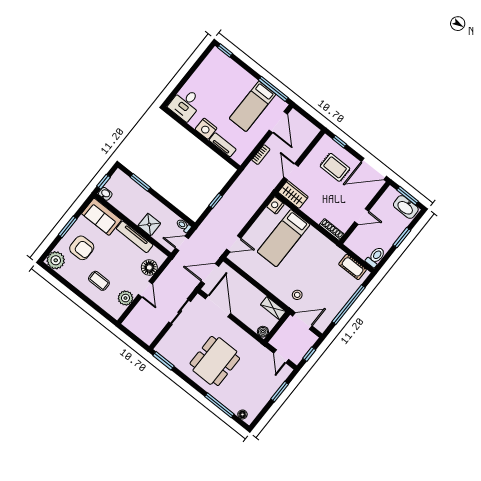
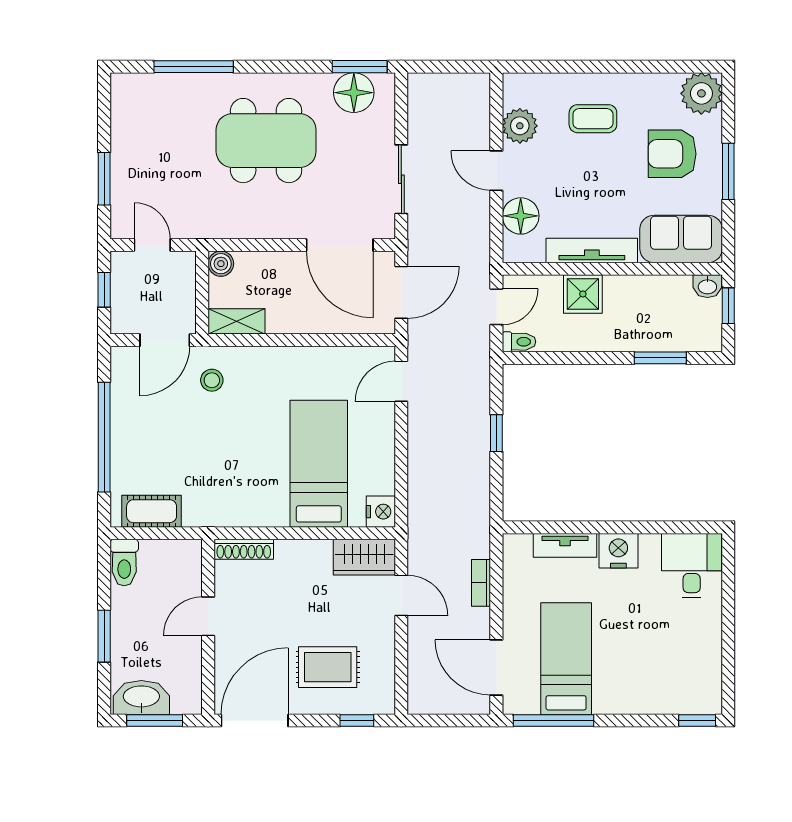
dining table: (215, 361) -> (266, 141), turned 90
floor lamp: (242, 414) -> (354, 93), moved, width x1.89, depth x1.89

